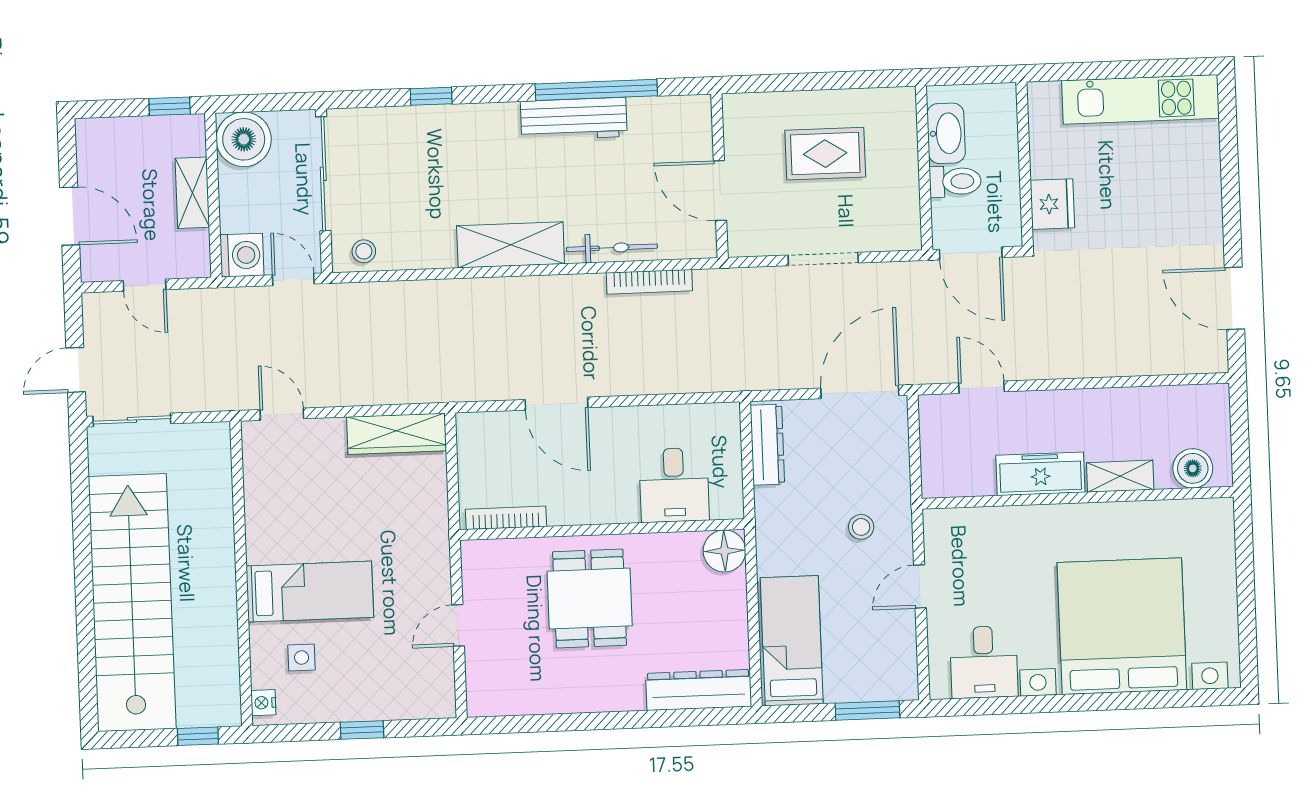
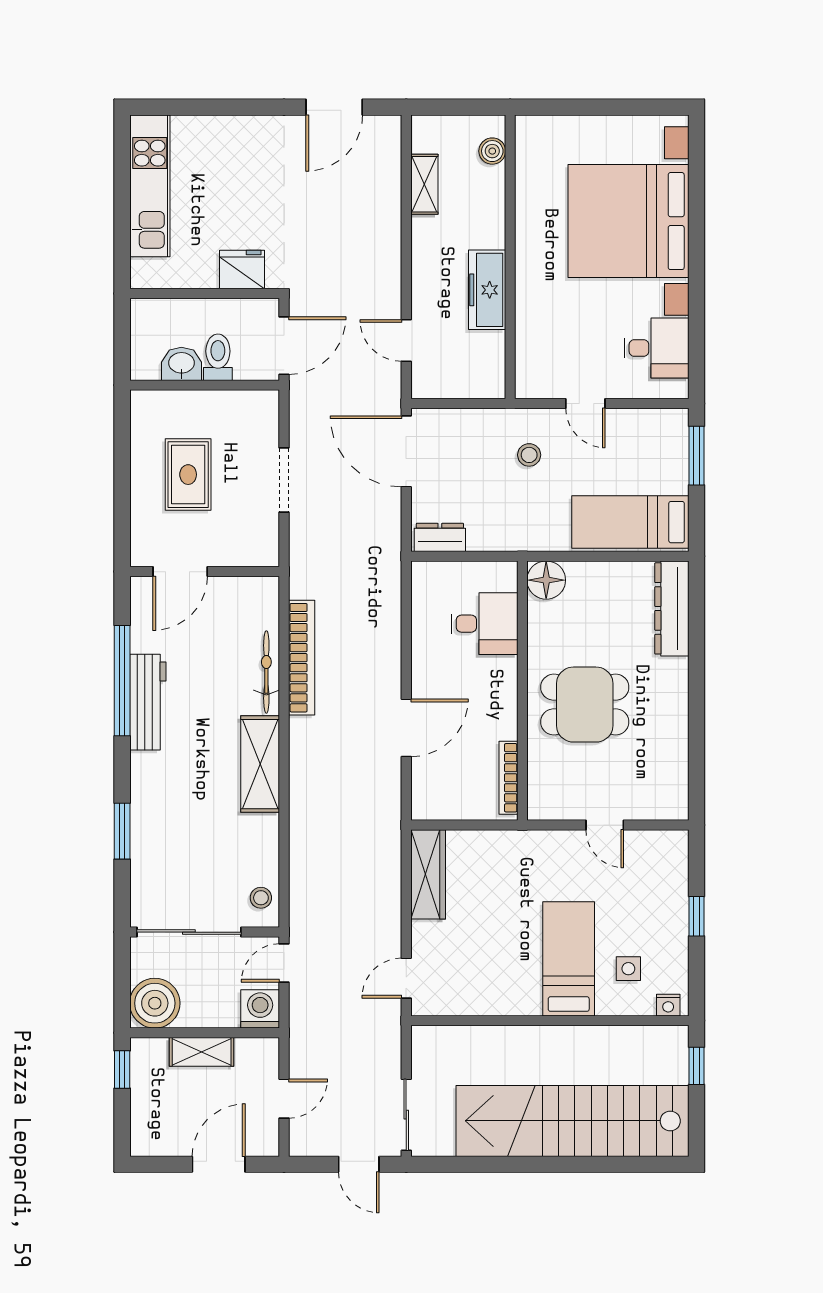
window: (431, 96) -> (122, 831), width x1.50
washbasin: (946, 133) -> (181, 364), width x0.72
door: (720, 191) -> (180, 572), moved
bookcase: (649, 282) -> (302, 658), width x1.48, depth x1.31
door: (982, 387) -> (406, 340), hinge flipped
dresser: (767, 445) -> (440, 537), width x0.70
boiler: (1193, 468) -> (492, 151), width x0.73, depth x0.73
shelving: (1120, 476) -> (424, 184), moved

